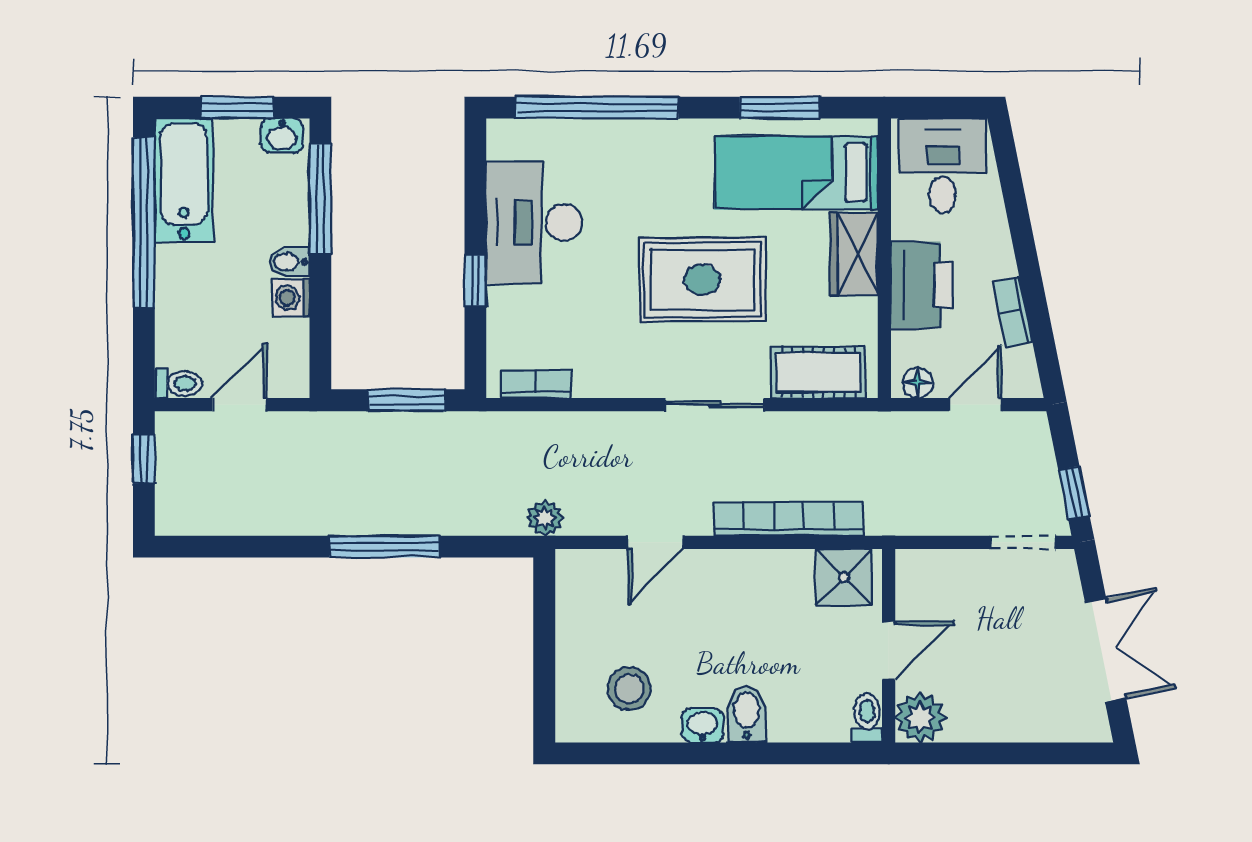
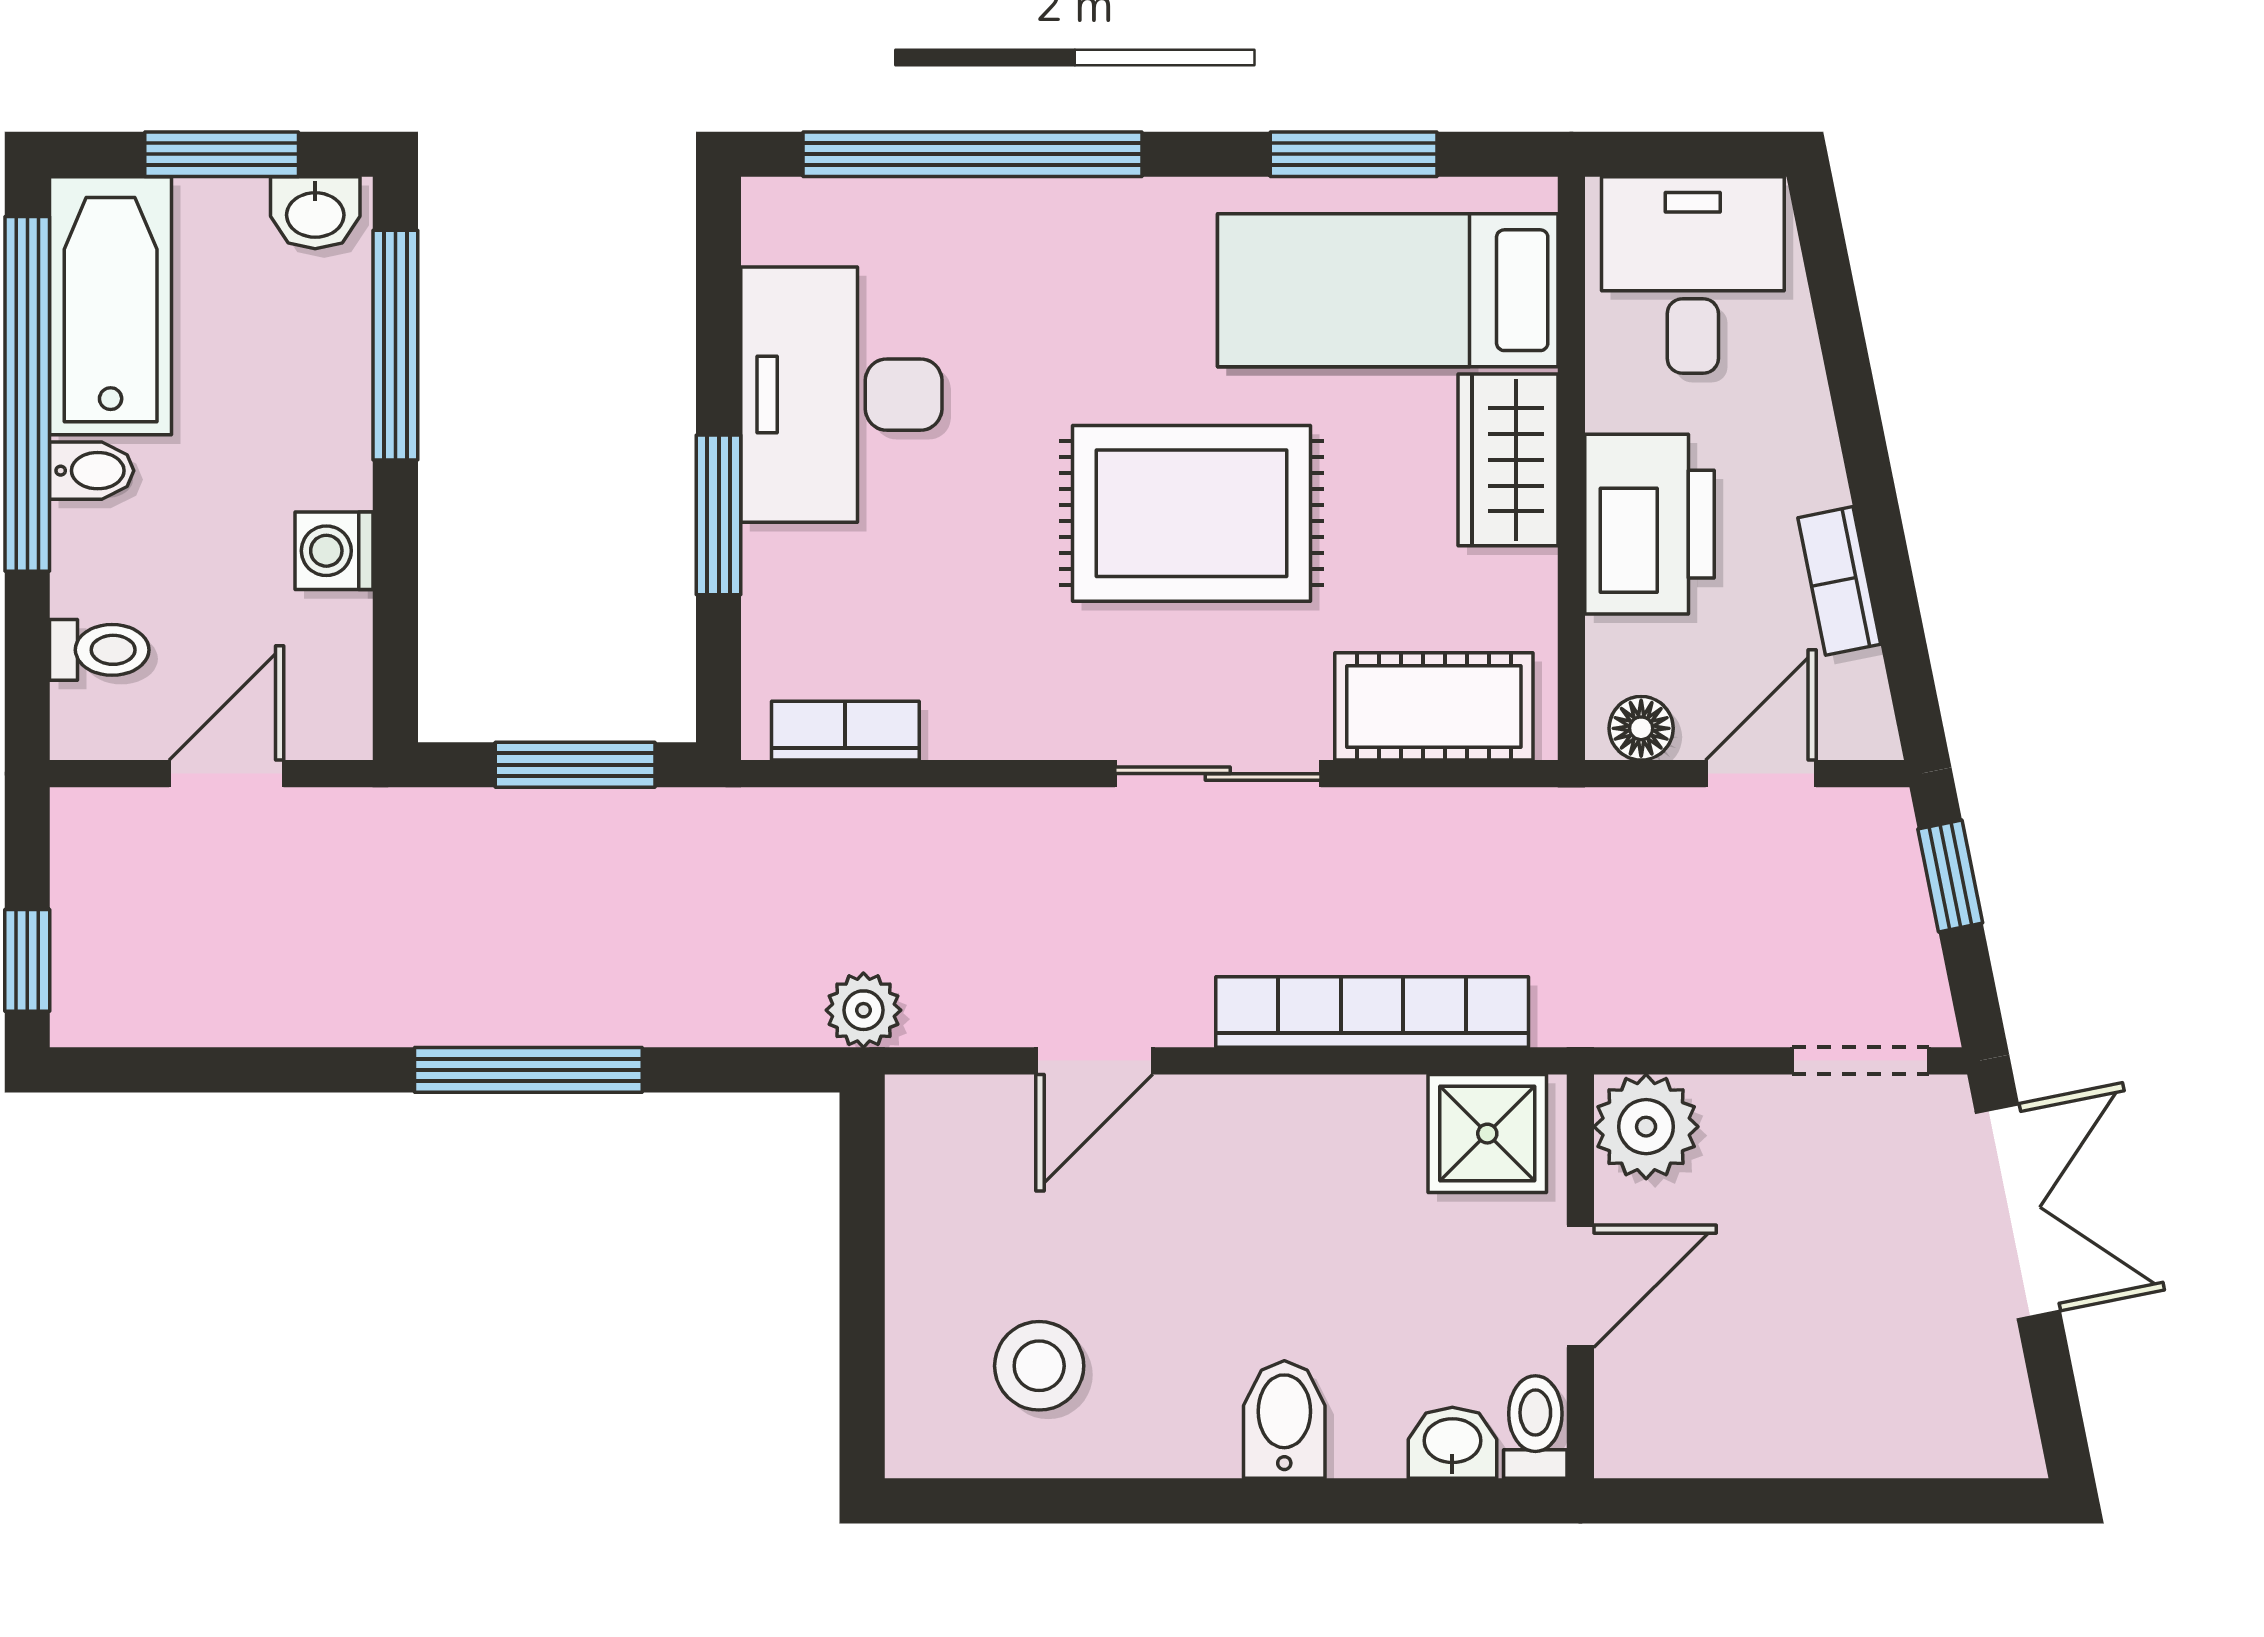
bidet: (289, 262) -> (92, 471), moved, turned 180
window: (475, 280) -> (719, 515), width x1.50
toilet: (178, 384) -> (99, 650), moved
window: (144, 459) -> (27, 960), moved
window: (1074, 493) -> (1950, 876), moved
double door: (1106, 650) -> (2018, 1212), moved
plant: (920, 717) -> (1646, 1127), moved
washbasin: (703, 725) -> (1452, 1443), moved

